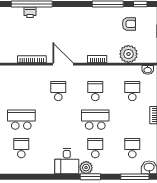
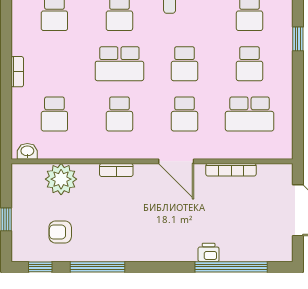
printer: (30, 12) -> (209, 252), moved
school desk: (21, 91) -> (250, 114), added
school desk: (21, 120) -> (250, 64), width x0.54
school desk: (58, 120) -> (184, 64), added

